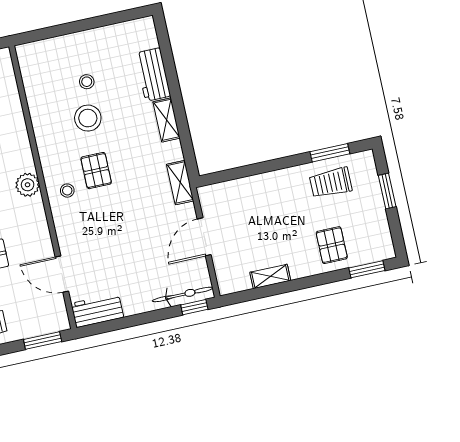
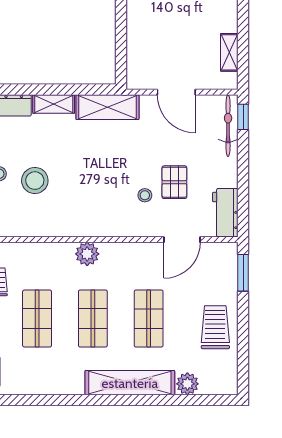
pallet: (96, 171) -> (174, 182), moved, turned 90
shelving: (180, 183) -> (107, 107), width x1.50, depth x1.33
stool: (67, 191) -> (145, 195), moved
shelving: (270, 276) -> (229, 52), moved

